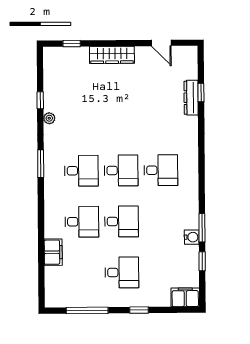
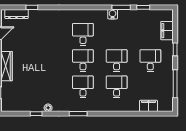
dresser: (191, 98) -> (17, 14), moved
water cooler: (192, 237) -> (113, 14), moved
filing cabinet: (53, 252) -> (149, 106), moved
filing cabinet: (185, 297) -> (167, 31), moved

